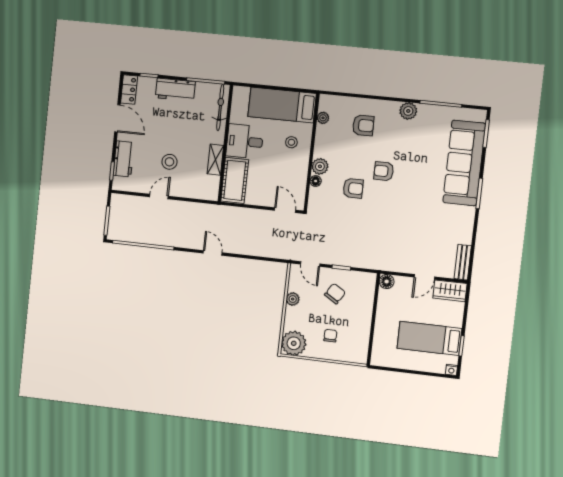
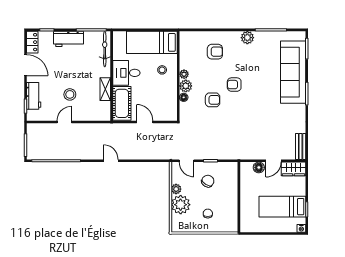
plant: (323, 118) -> (184, 74), moved
door: (285, 210) -> (145, 122), moved
floor lamp: (387, 282) -> (259, 167), moved
plant: (294, 343) -> (181, 205), moved

